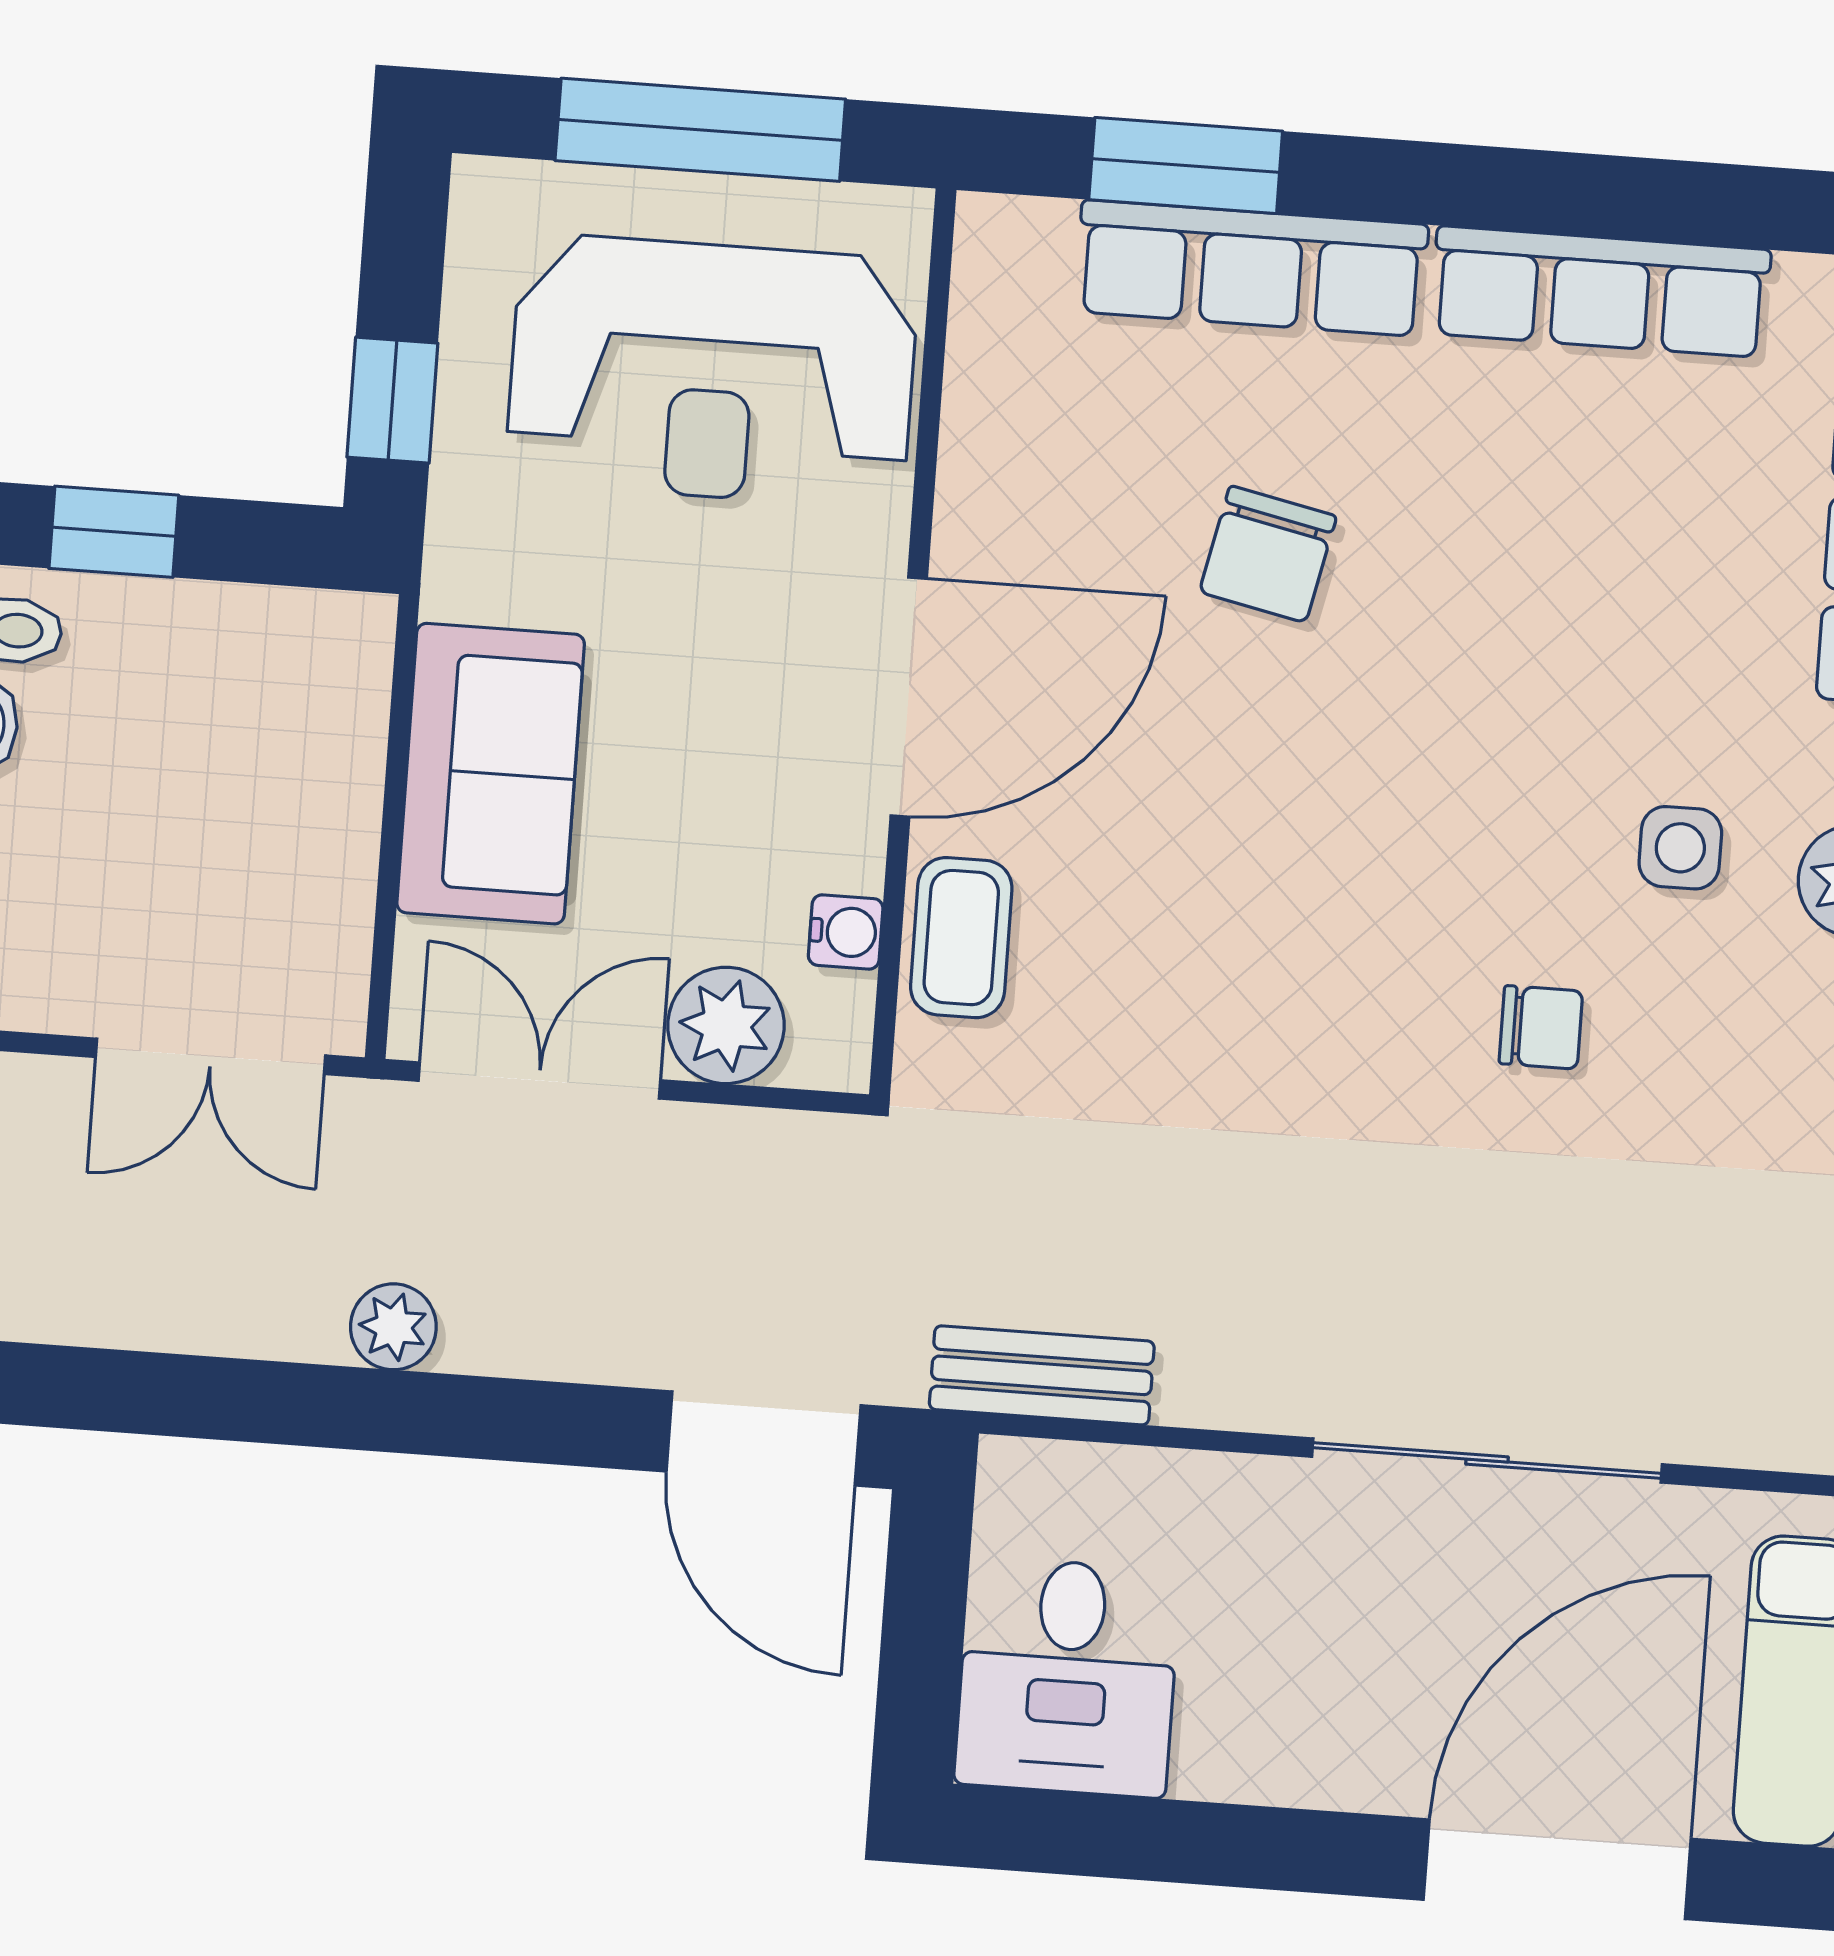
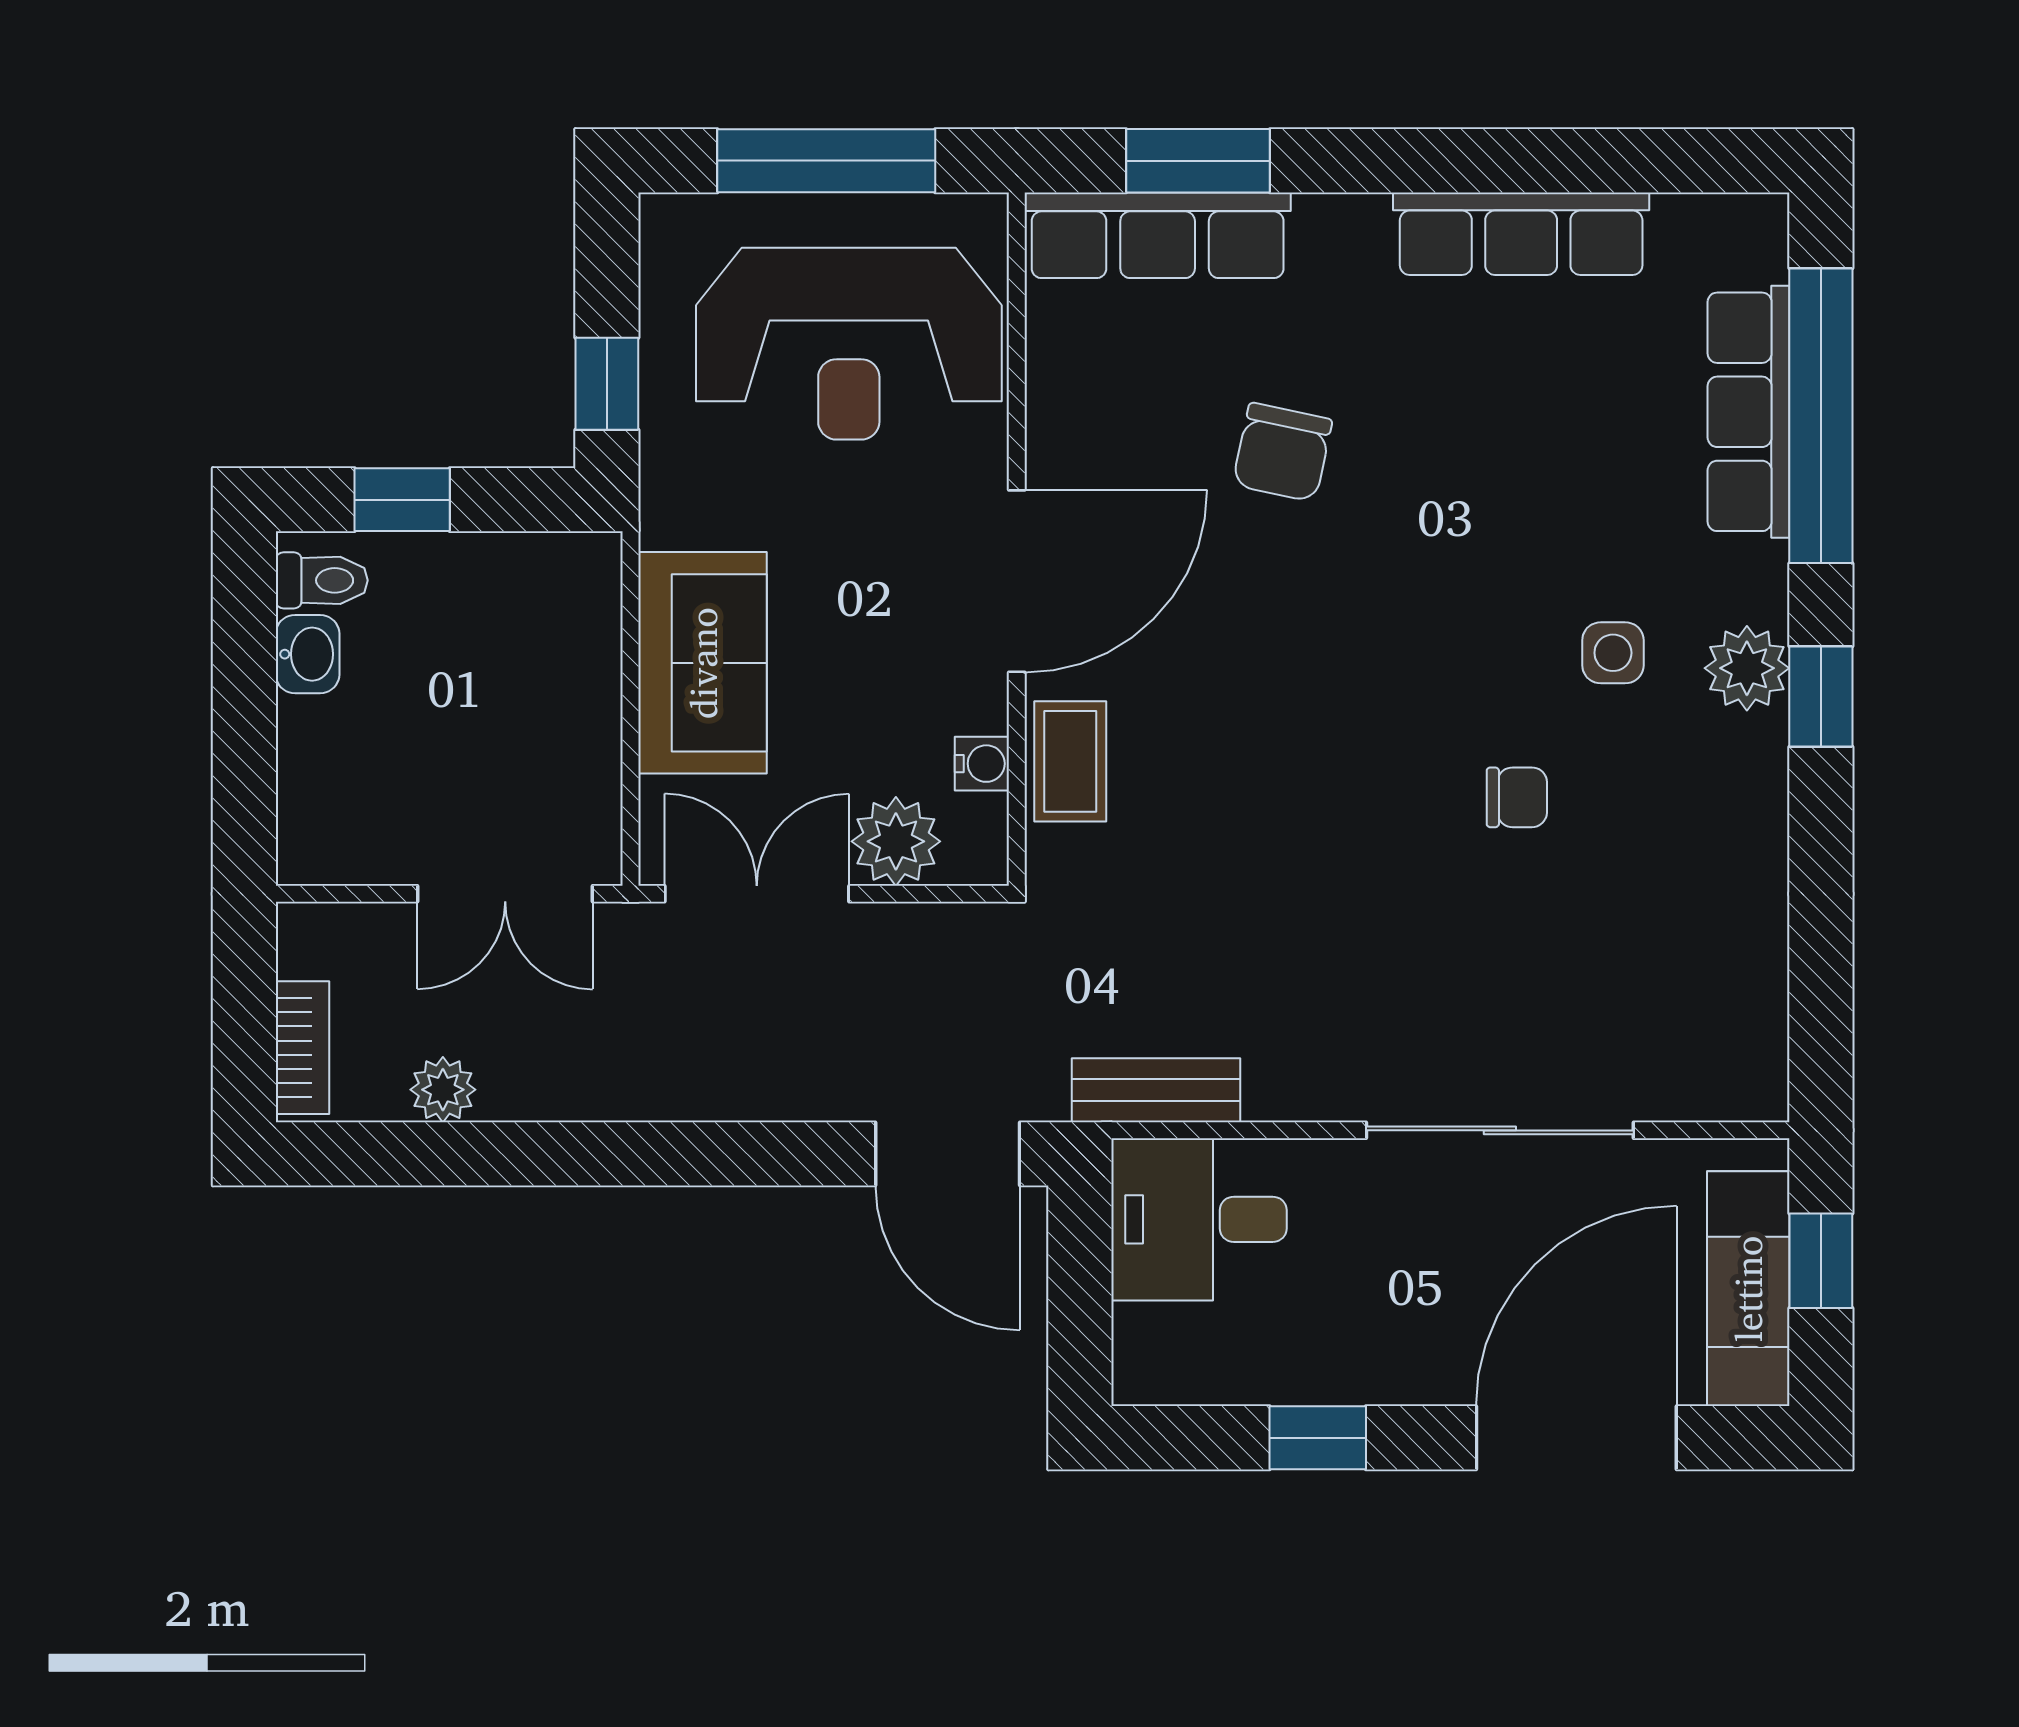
row of seats: (1252, 268) -> (1158, 235), moved
plant: (393, 1327) -> (443, 1090), moved
desk: (1068, 1677) -> (1199, 1219), moved, turned 90
window: (1220, 1844) -> (1318, 1438), added

